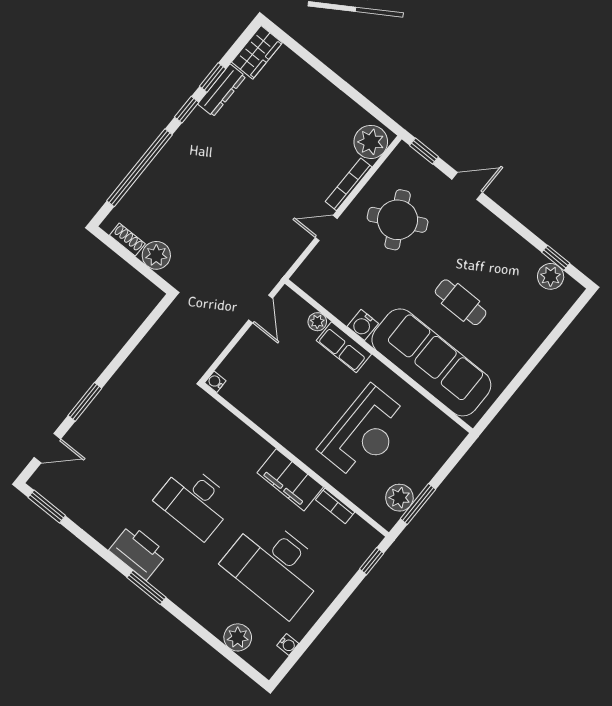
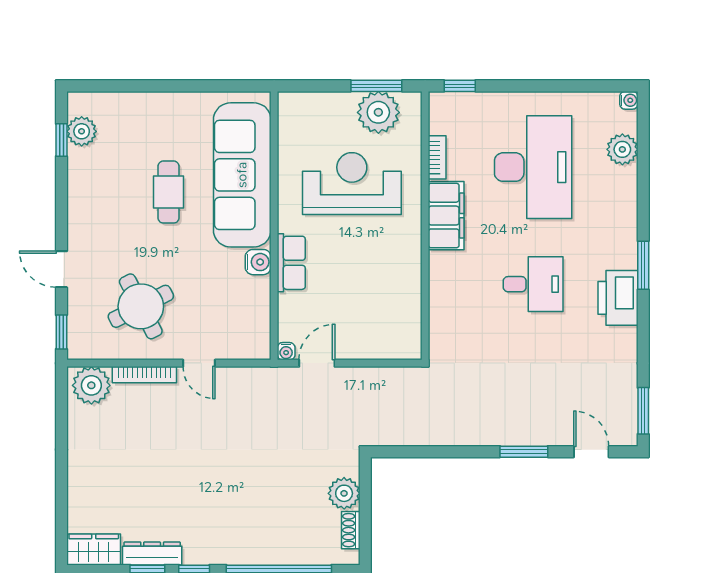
plant: (317, 322) -> (288, 304), removed
water cooler: (215, 382) -> (286, 351), moved
plant: (399, 498) -> (378, 112), width x1.36, depth x1.36
desk: (195, 501) -> (533, 284), width x0.73
water cooler: (288, 645) -> (629, 100), moved, turned 90

